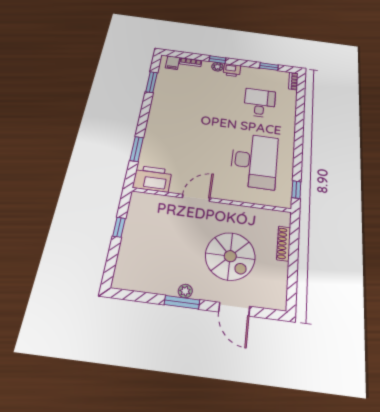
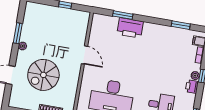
printer: (152, 179) -> (130, 28), moved, turned 90
window: (182, 302) -> (18, 33), moved

